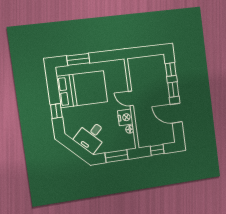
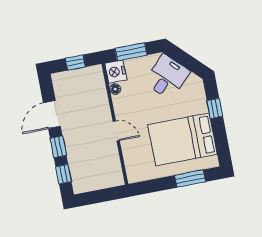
door: (176, 113) -> (52, 114), swing flipped
nightstand: (125, 117) -> (116, 72), moved

